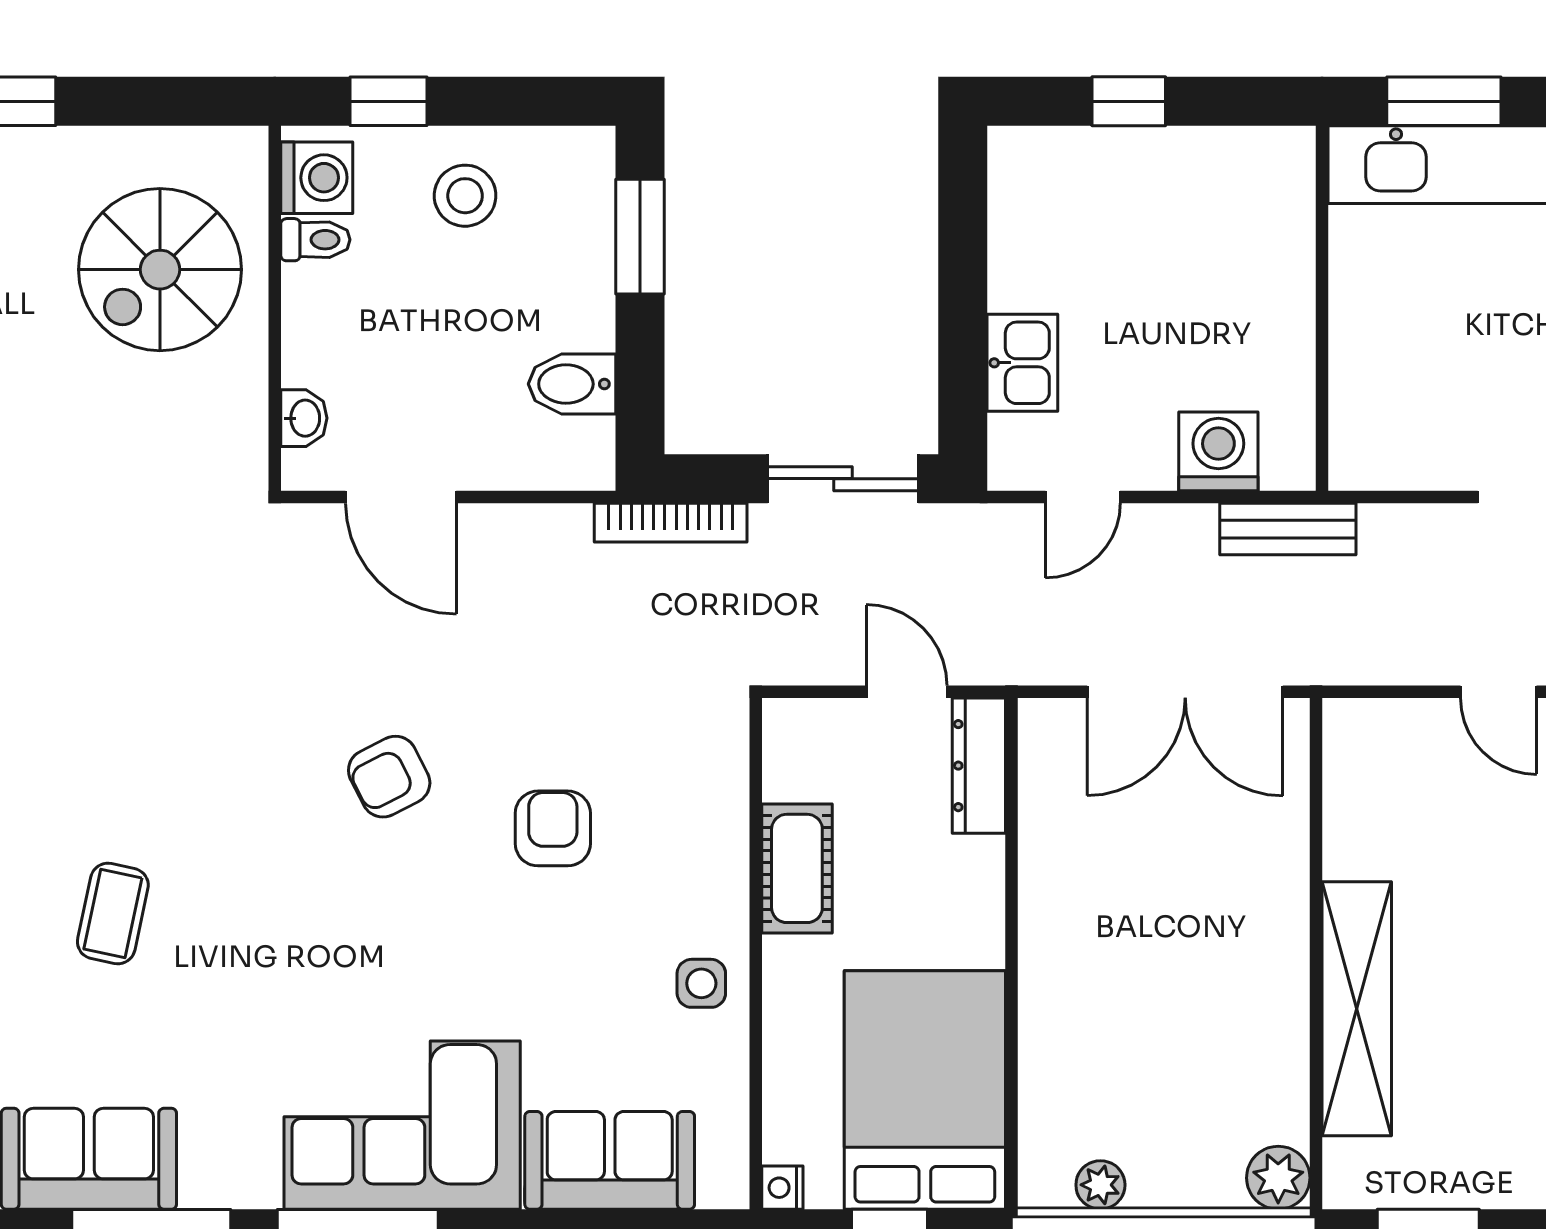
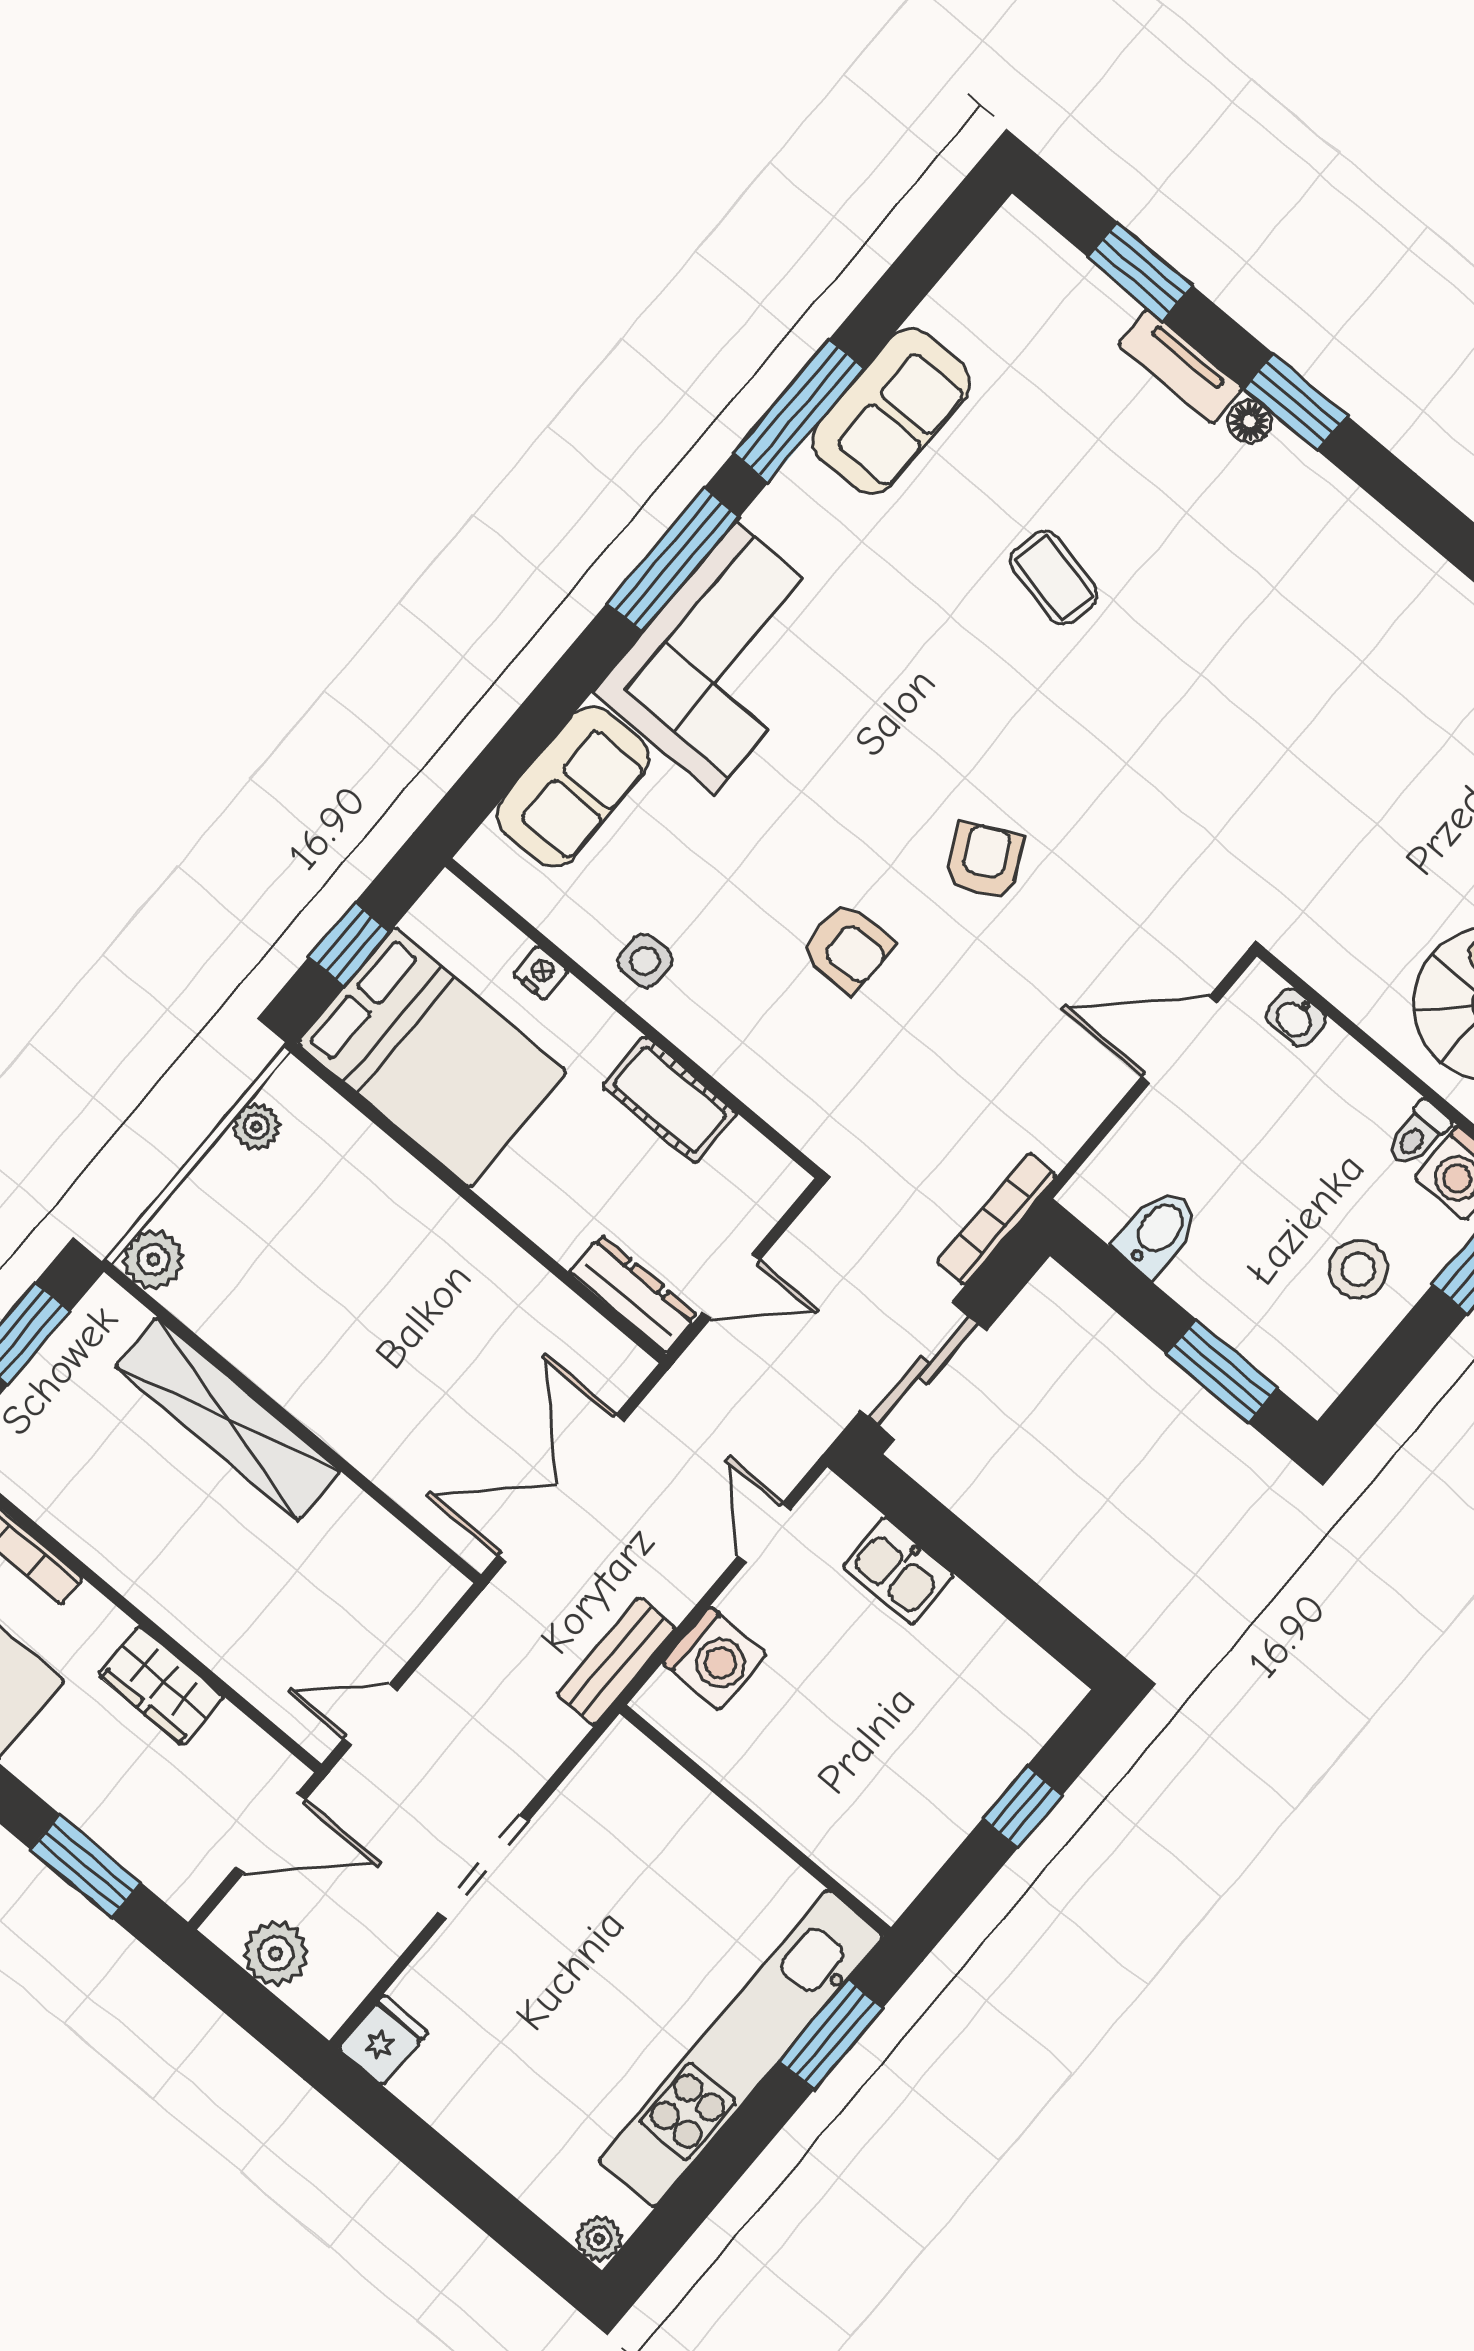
nightstand: (782, 1188) -> (541, 973), moved

